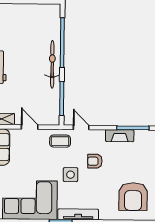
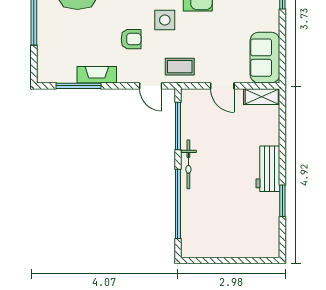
bicycle: (52, 64) -> (188, 164), width x0.73, depth x0.71

